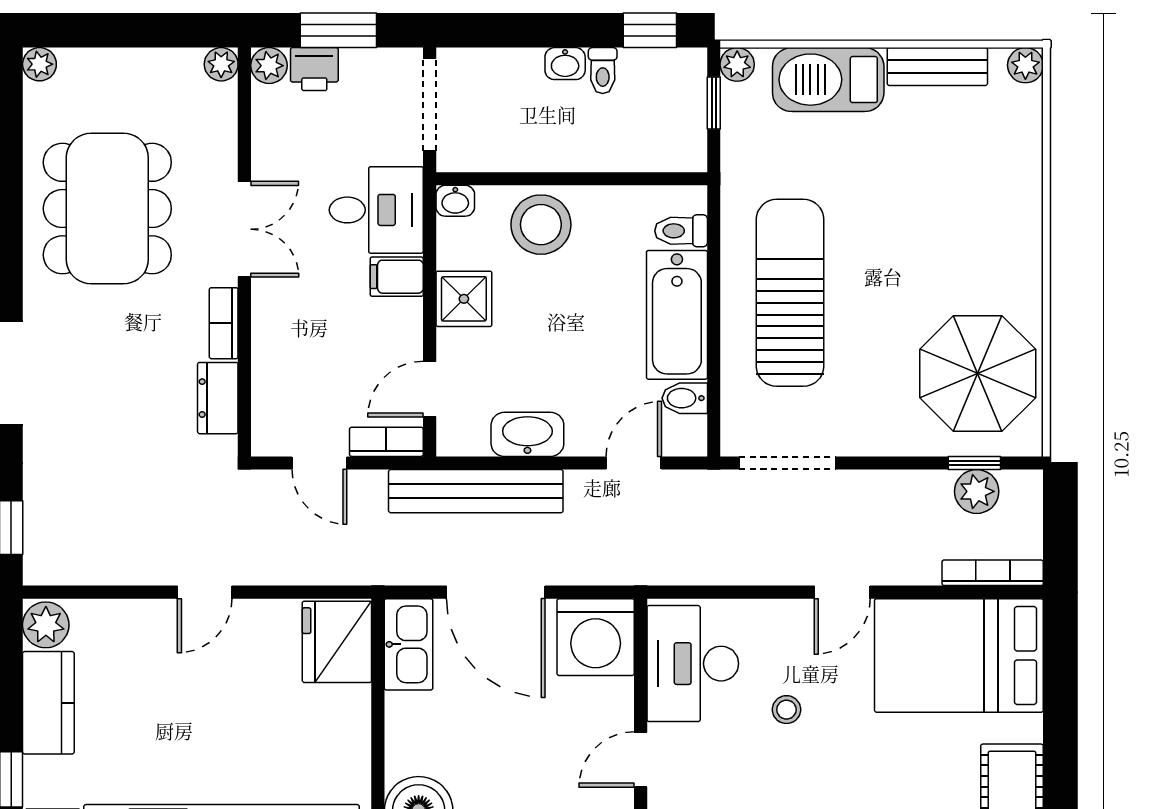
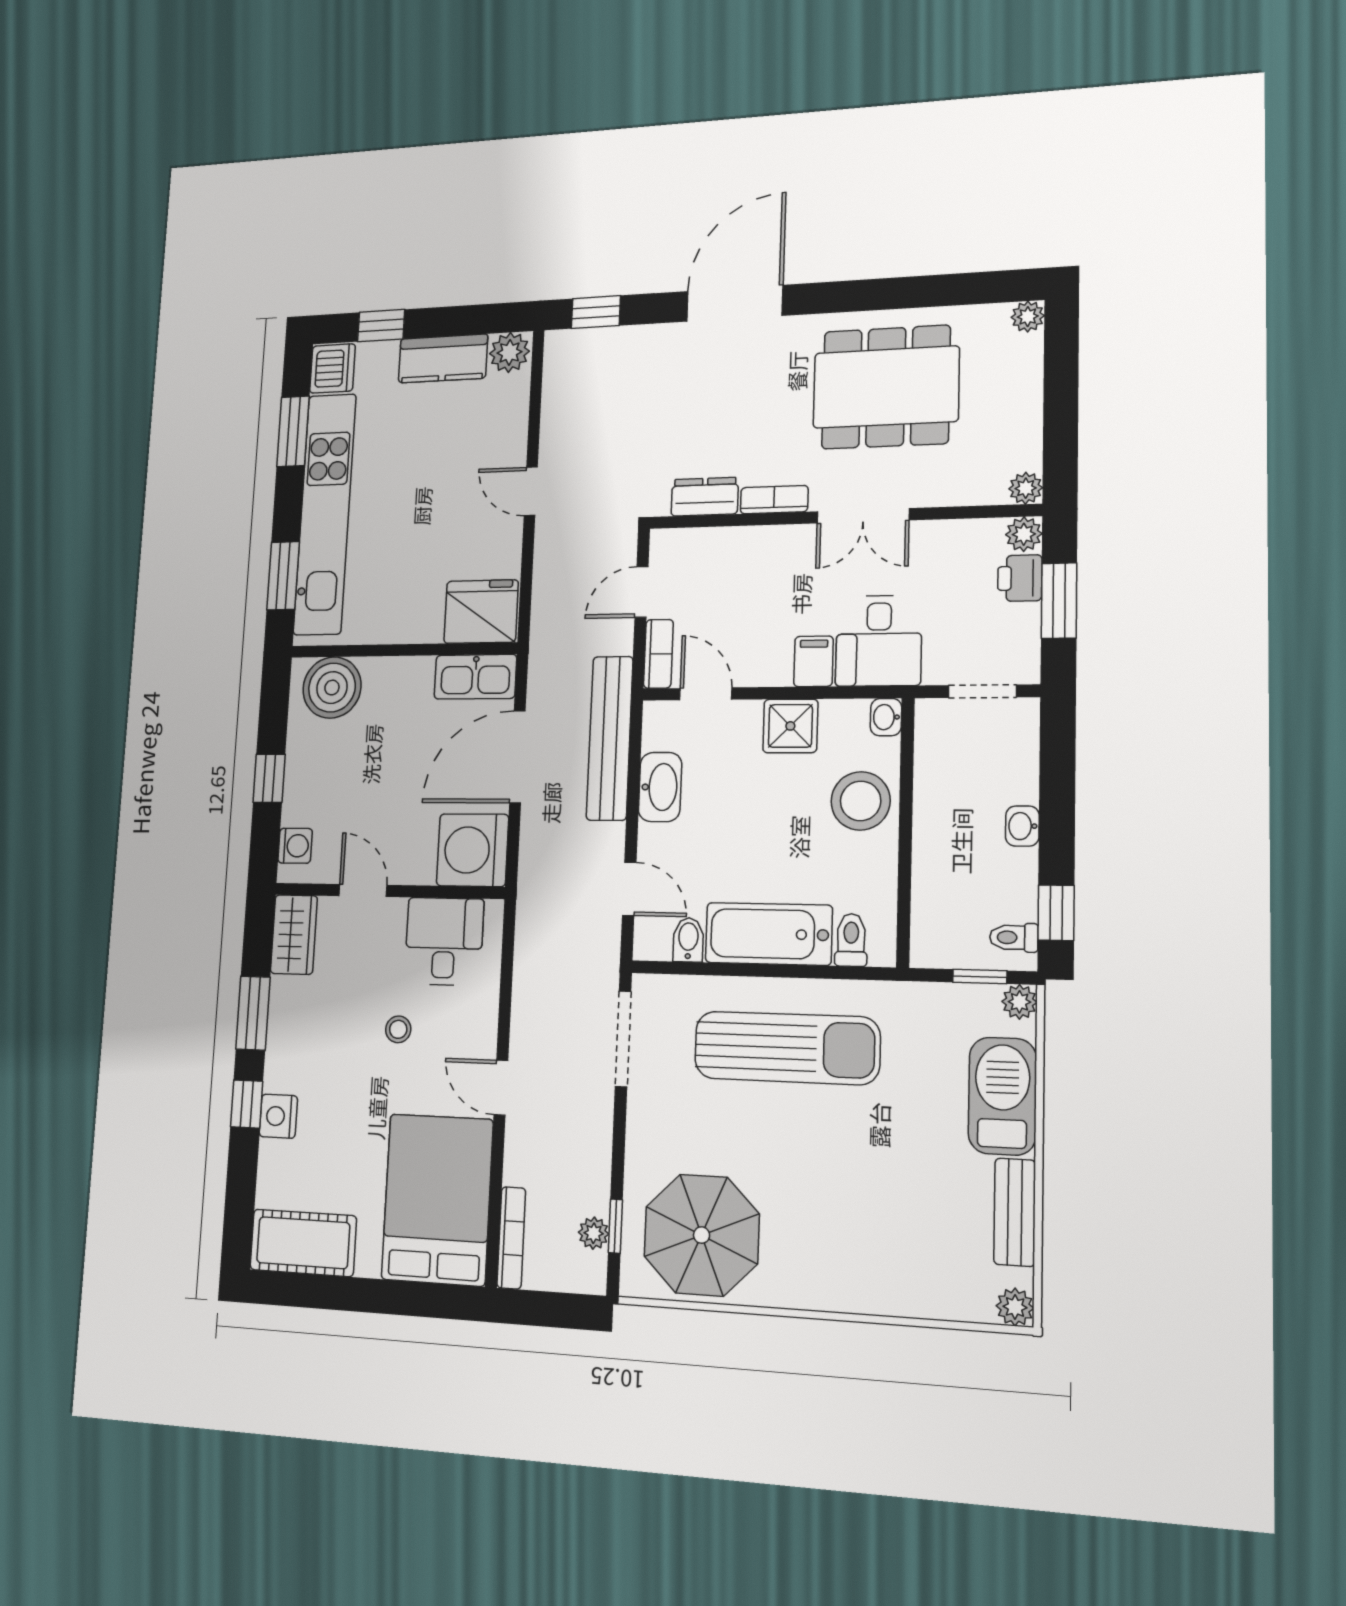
toilet: (603, 71) -> (1014, 937), moved
doorway: (430, 105) -> (982, 691), width x0.73
plant: (977, 491) -> (594, 1233), width x0.73, depth x0.73
desk: (693, 664) -> (444, 941), width x0.73

